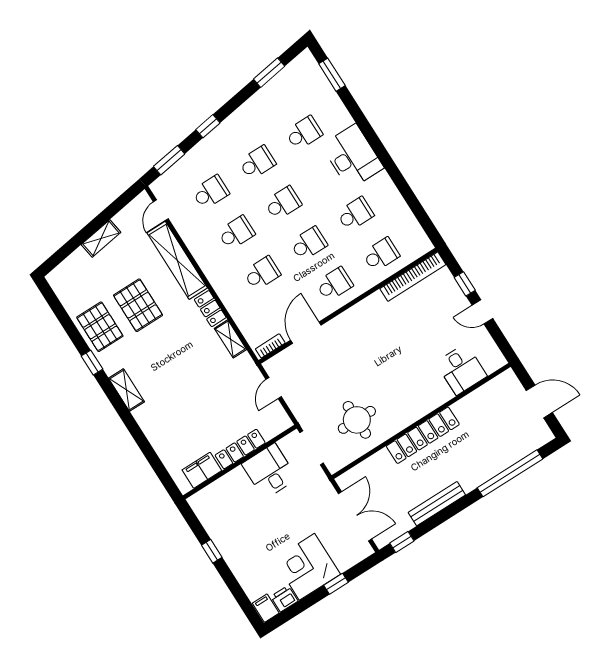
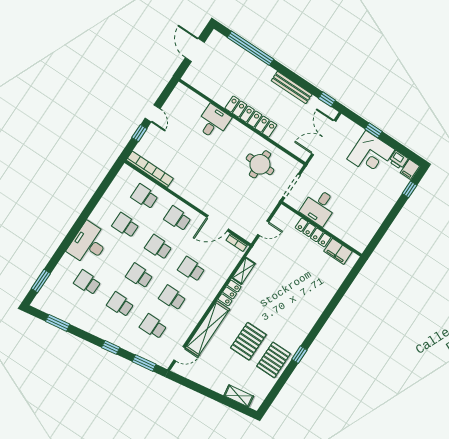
shelving: (101, 238) -> (239, 396), moved
desk: (461, 369) -> (213, 122), moved
shelving: (126, 390) -> (307, 324), removed
window: (212, 551) -> (410, 189), moved

